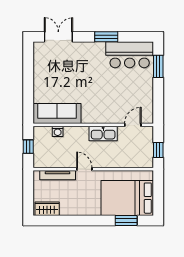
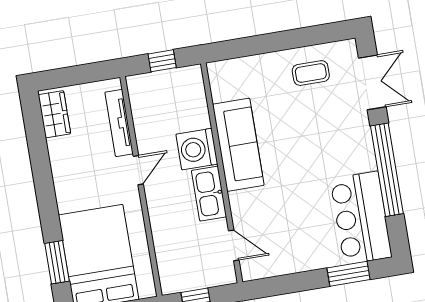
window: (106, 37) -> (387, 170), width x2.11
coffee table: (48, 69) -> (311, 73), added
sofa: (57, 114) -> (238, 145), moved
washing machine: (58, 131) -> (197, 149), moved, width x1.89, depth x1.89

